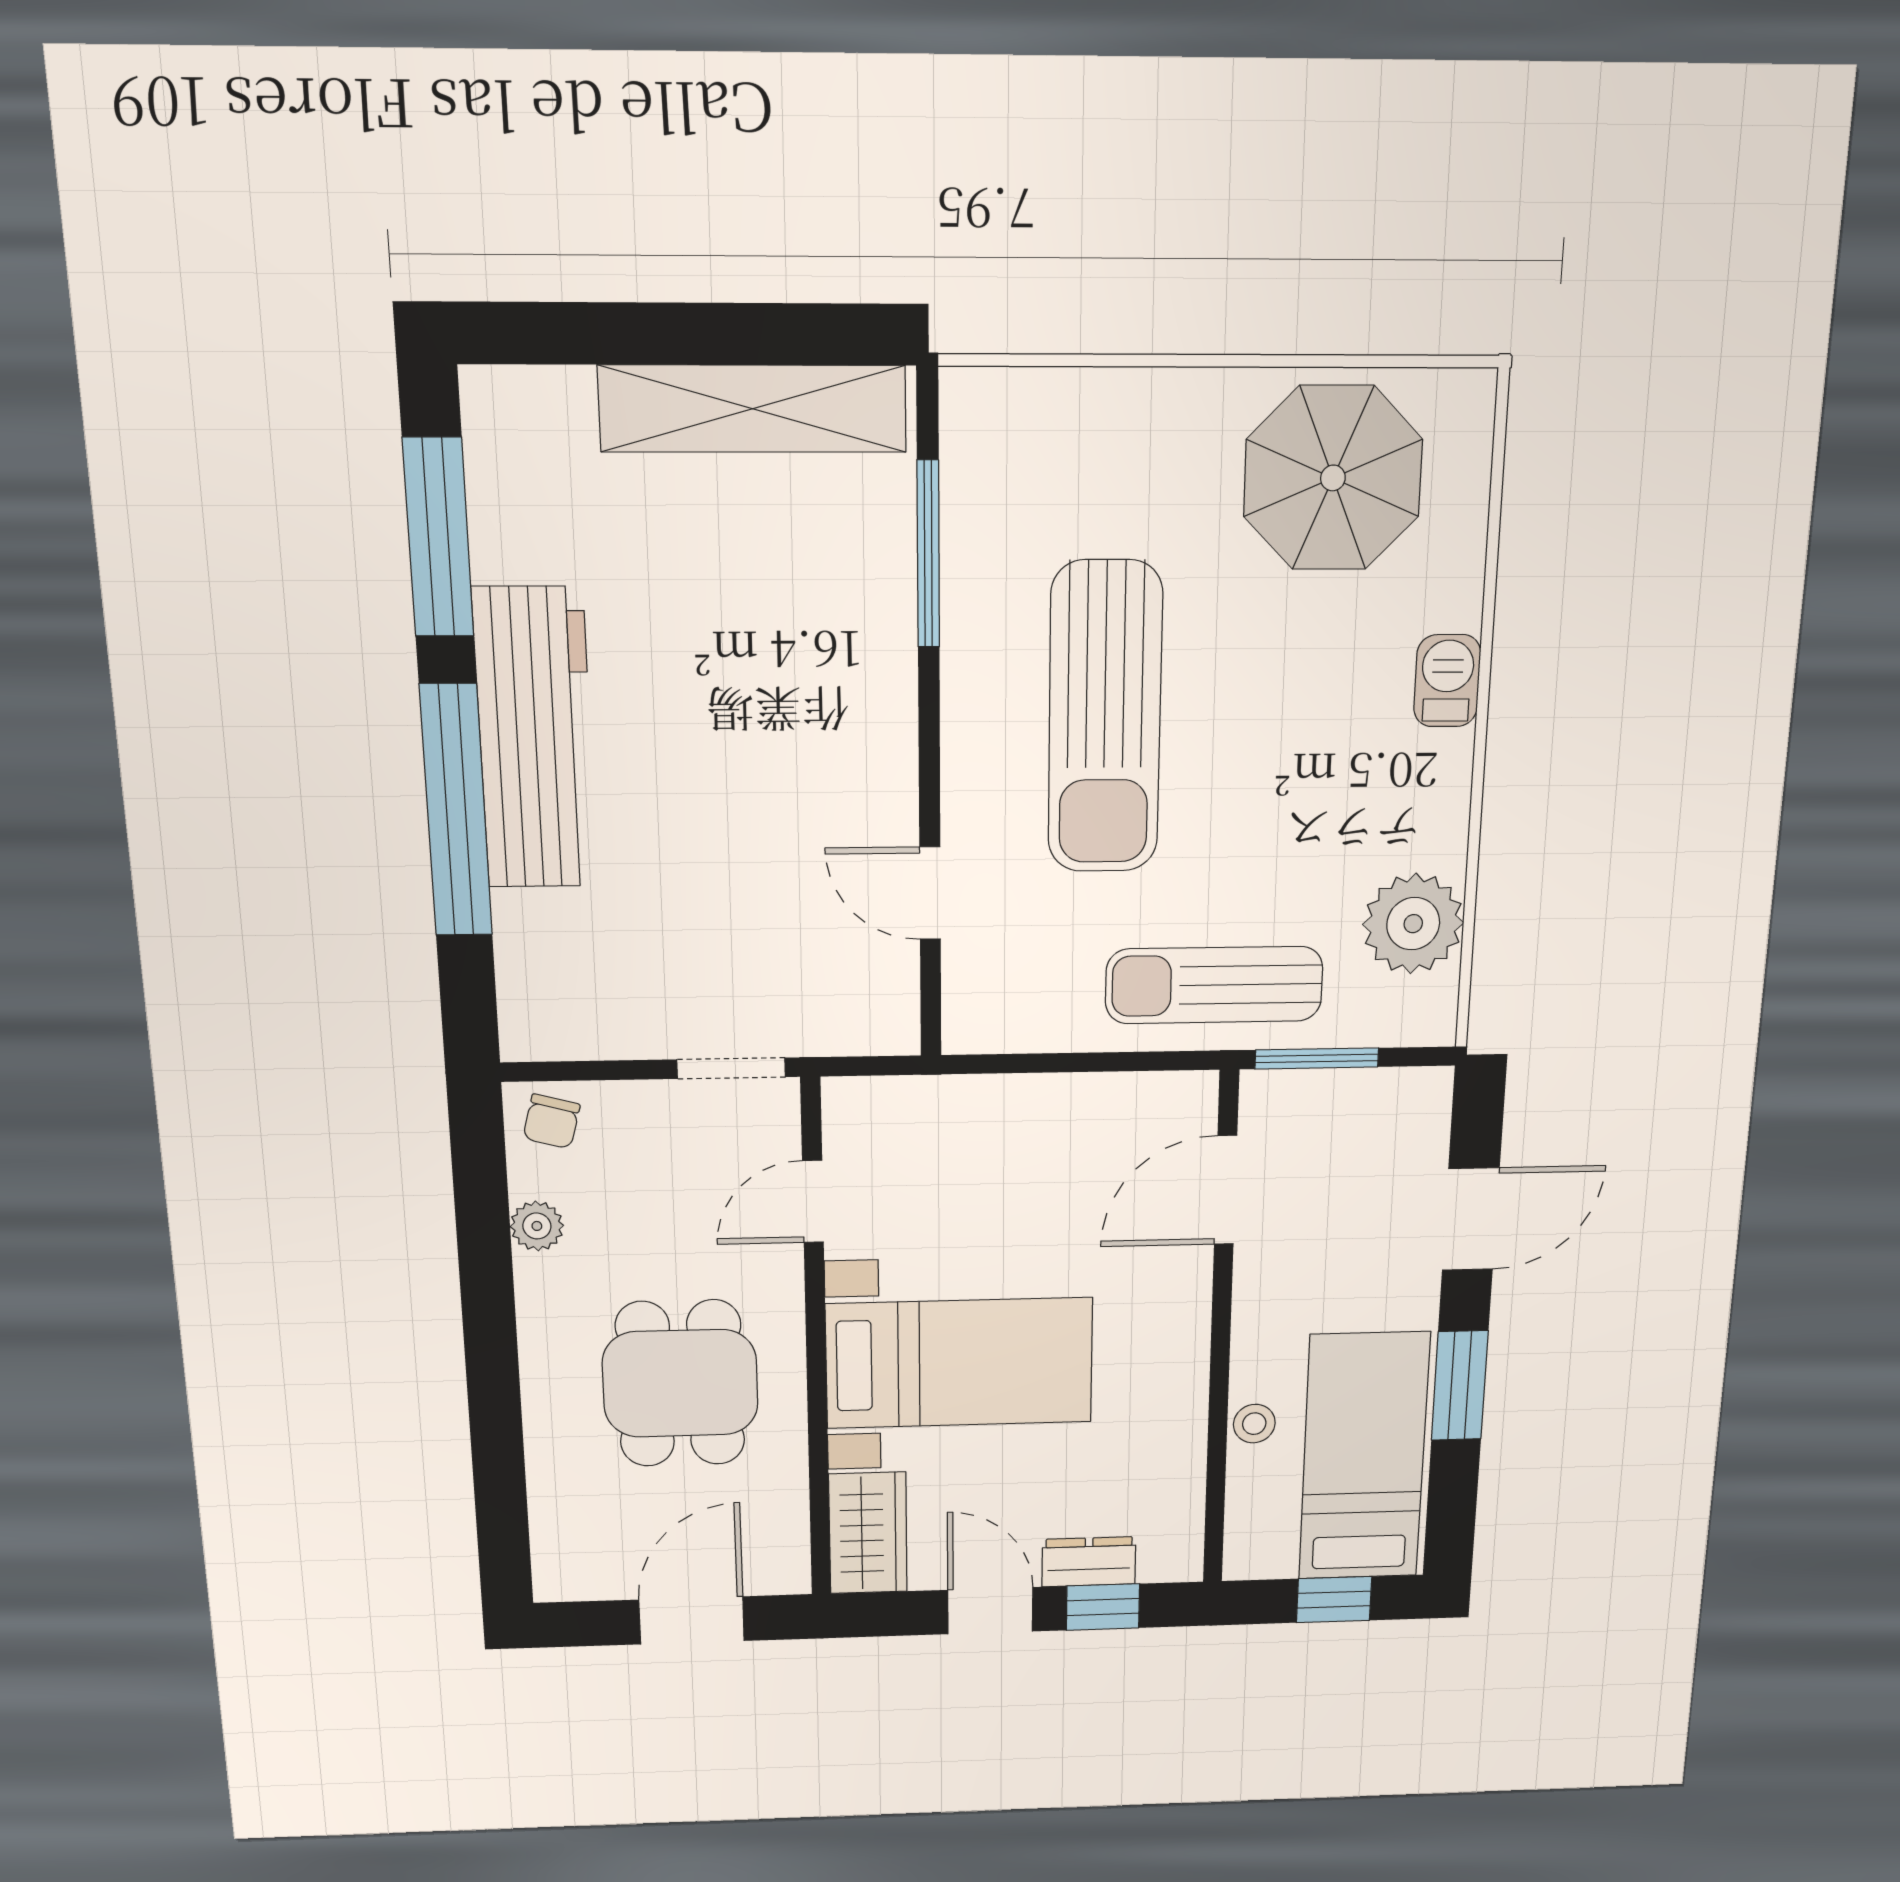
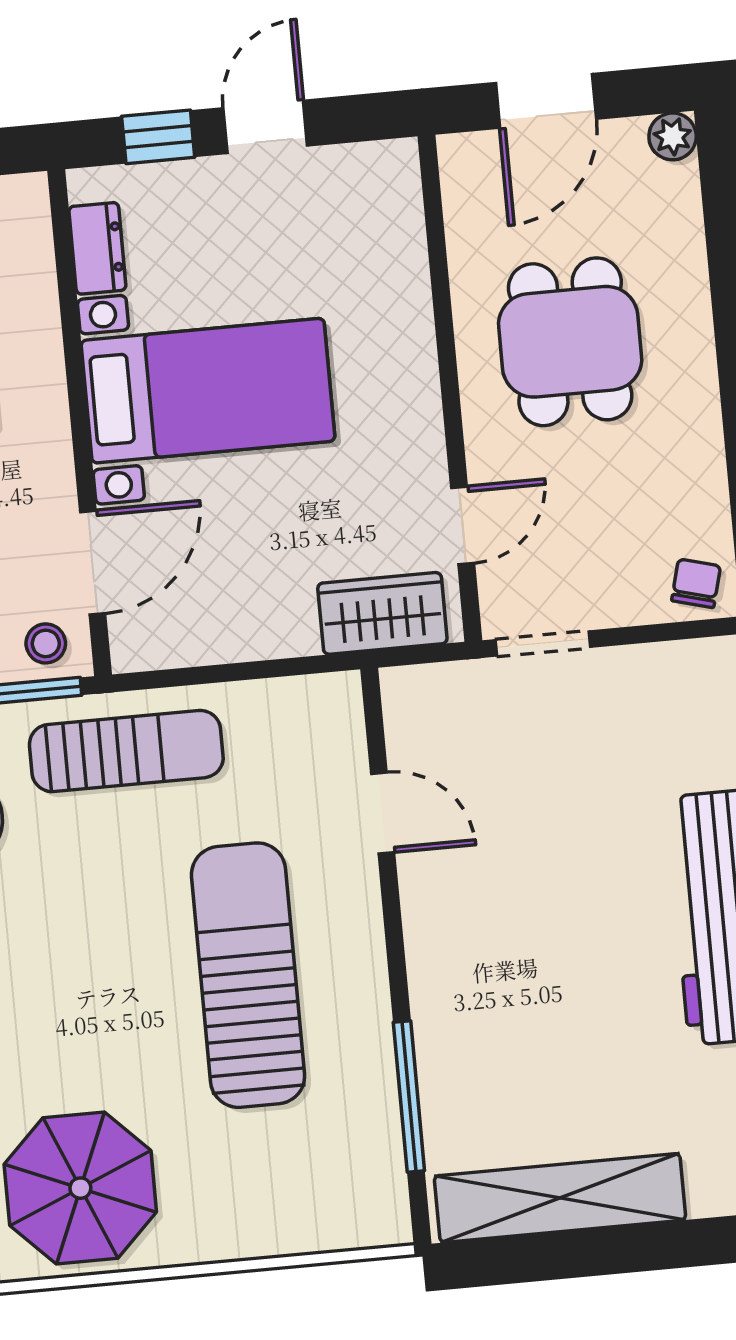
plant: (537, 1226) -> (673, 136), moved
bed with nightstands: (959, 1363) -> (208, 391), moved, turned 180
stool: (1254, 1424) -> (46, 643), moved
wardrobe: (868, 1533) -> (382, 613), moved, turned 90
dresser: (1089, 1562) -> (97, 248), moved, turned -90
door: (990, 1611) -> (265, 127), swing flipped

